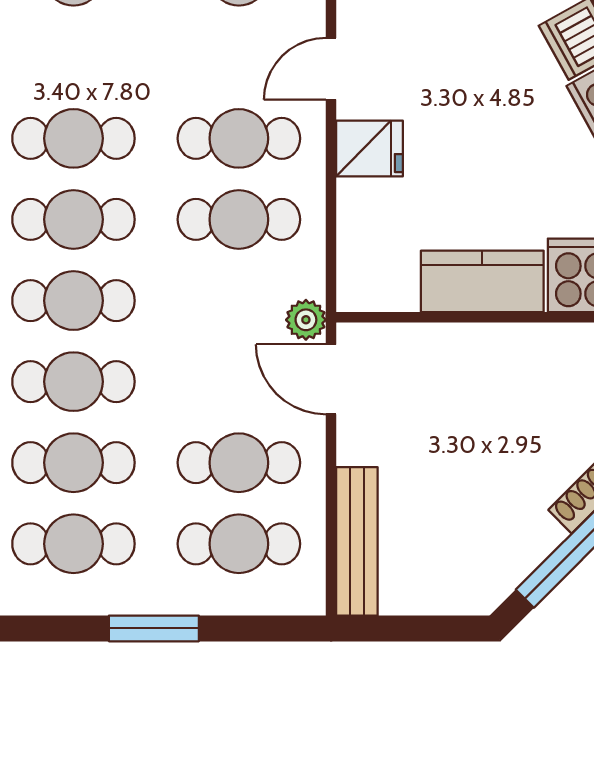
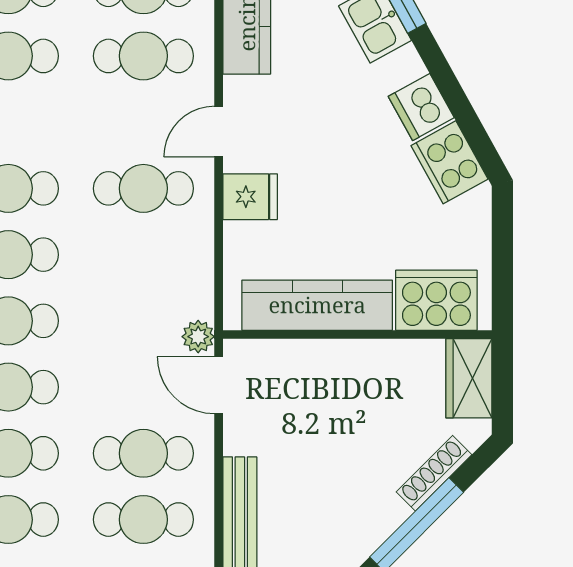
cafe table: (239, 219) -> (143, 255), removed
kitchen counter: (482, 281) -> (317, 305), width x1.50

